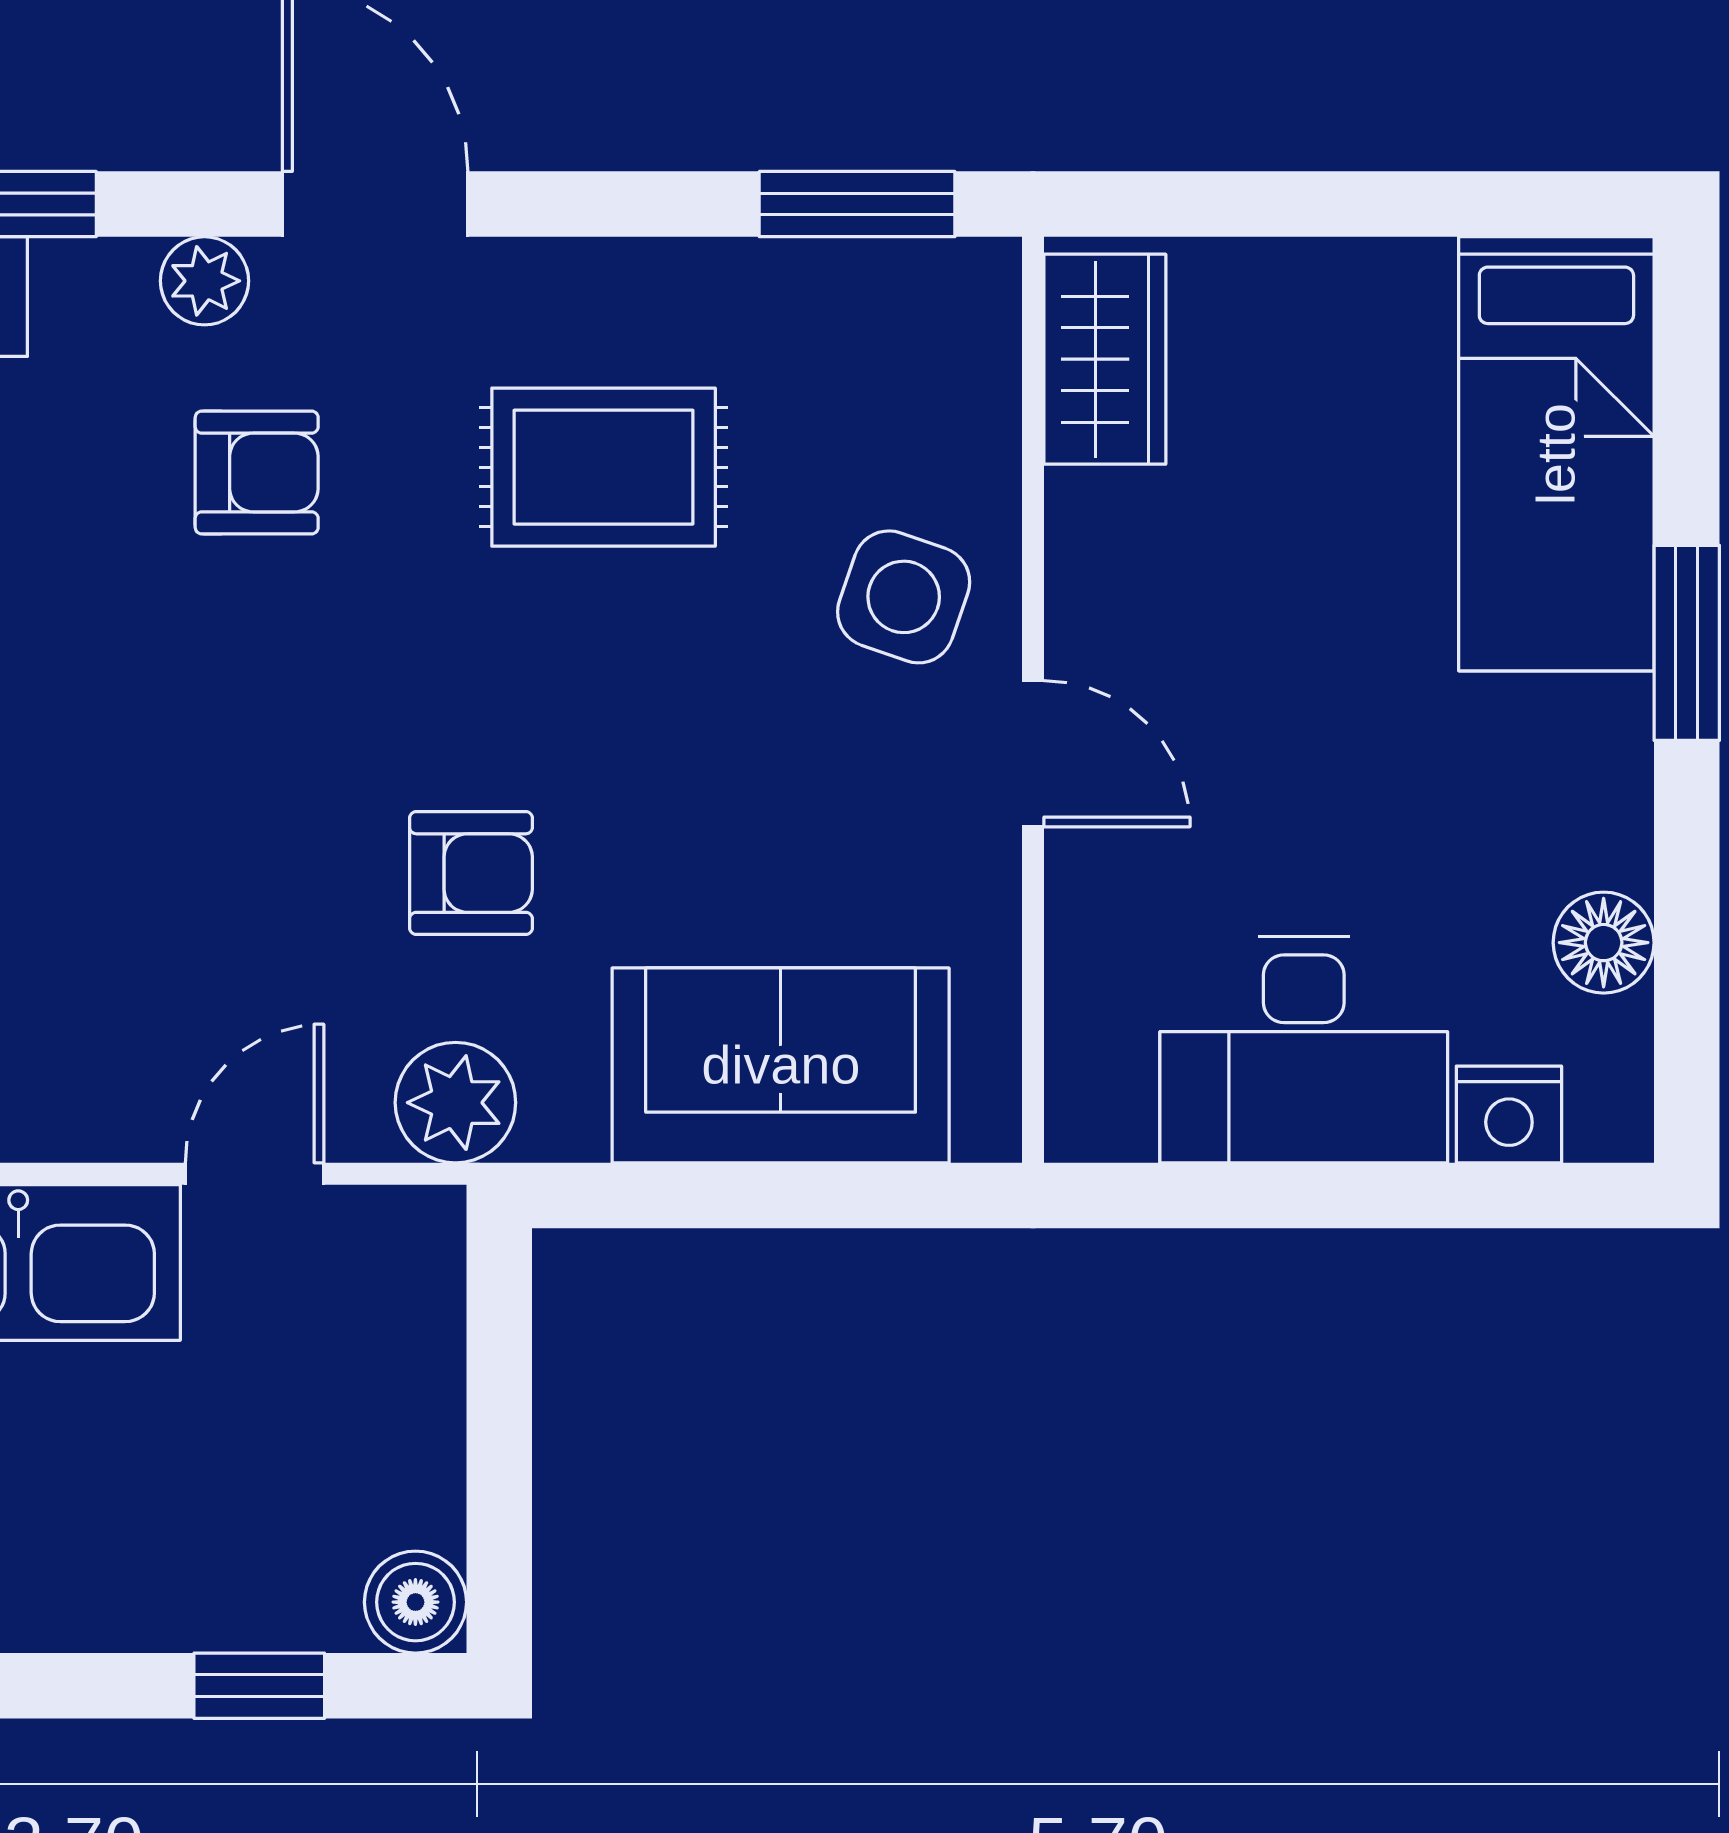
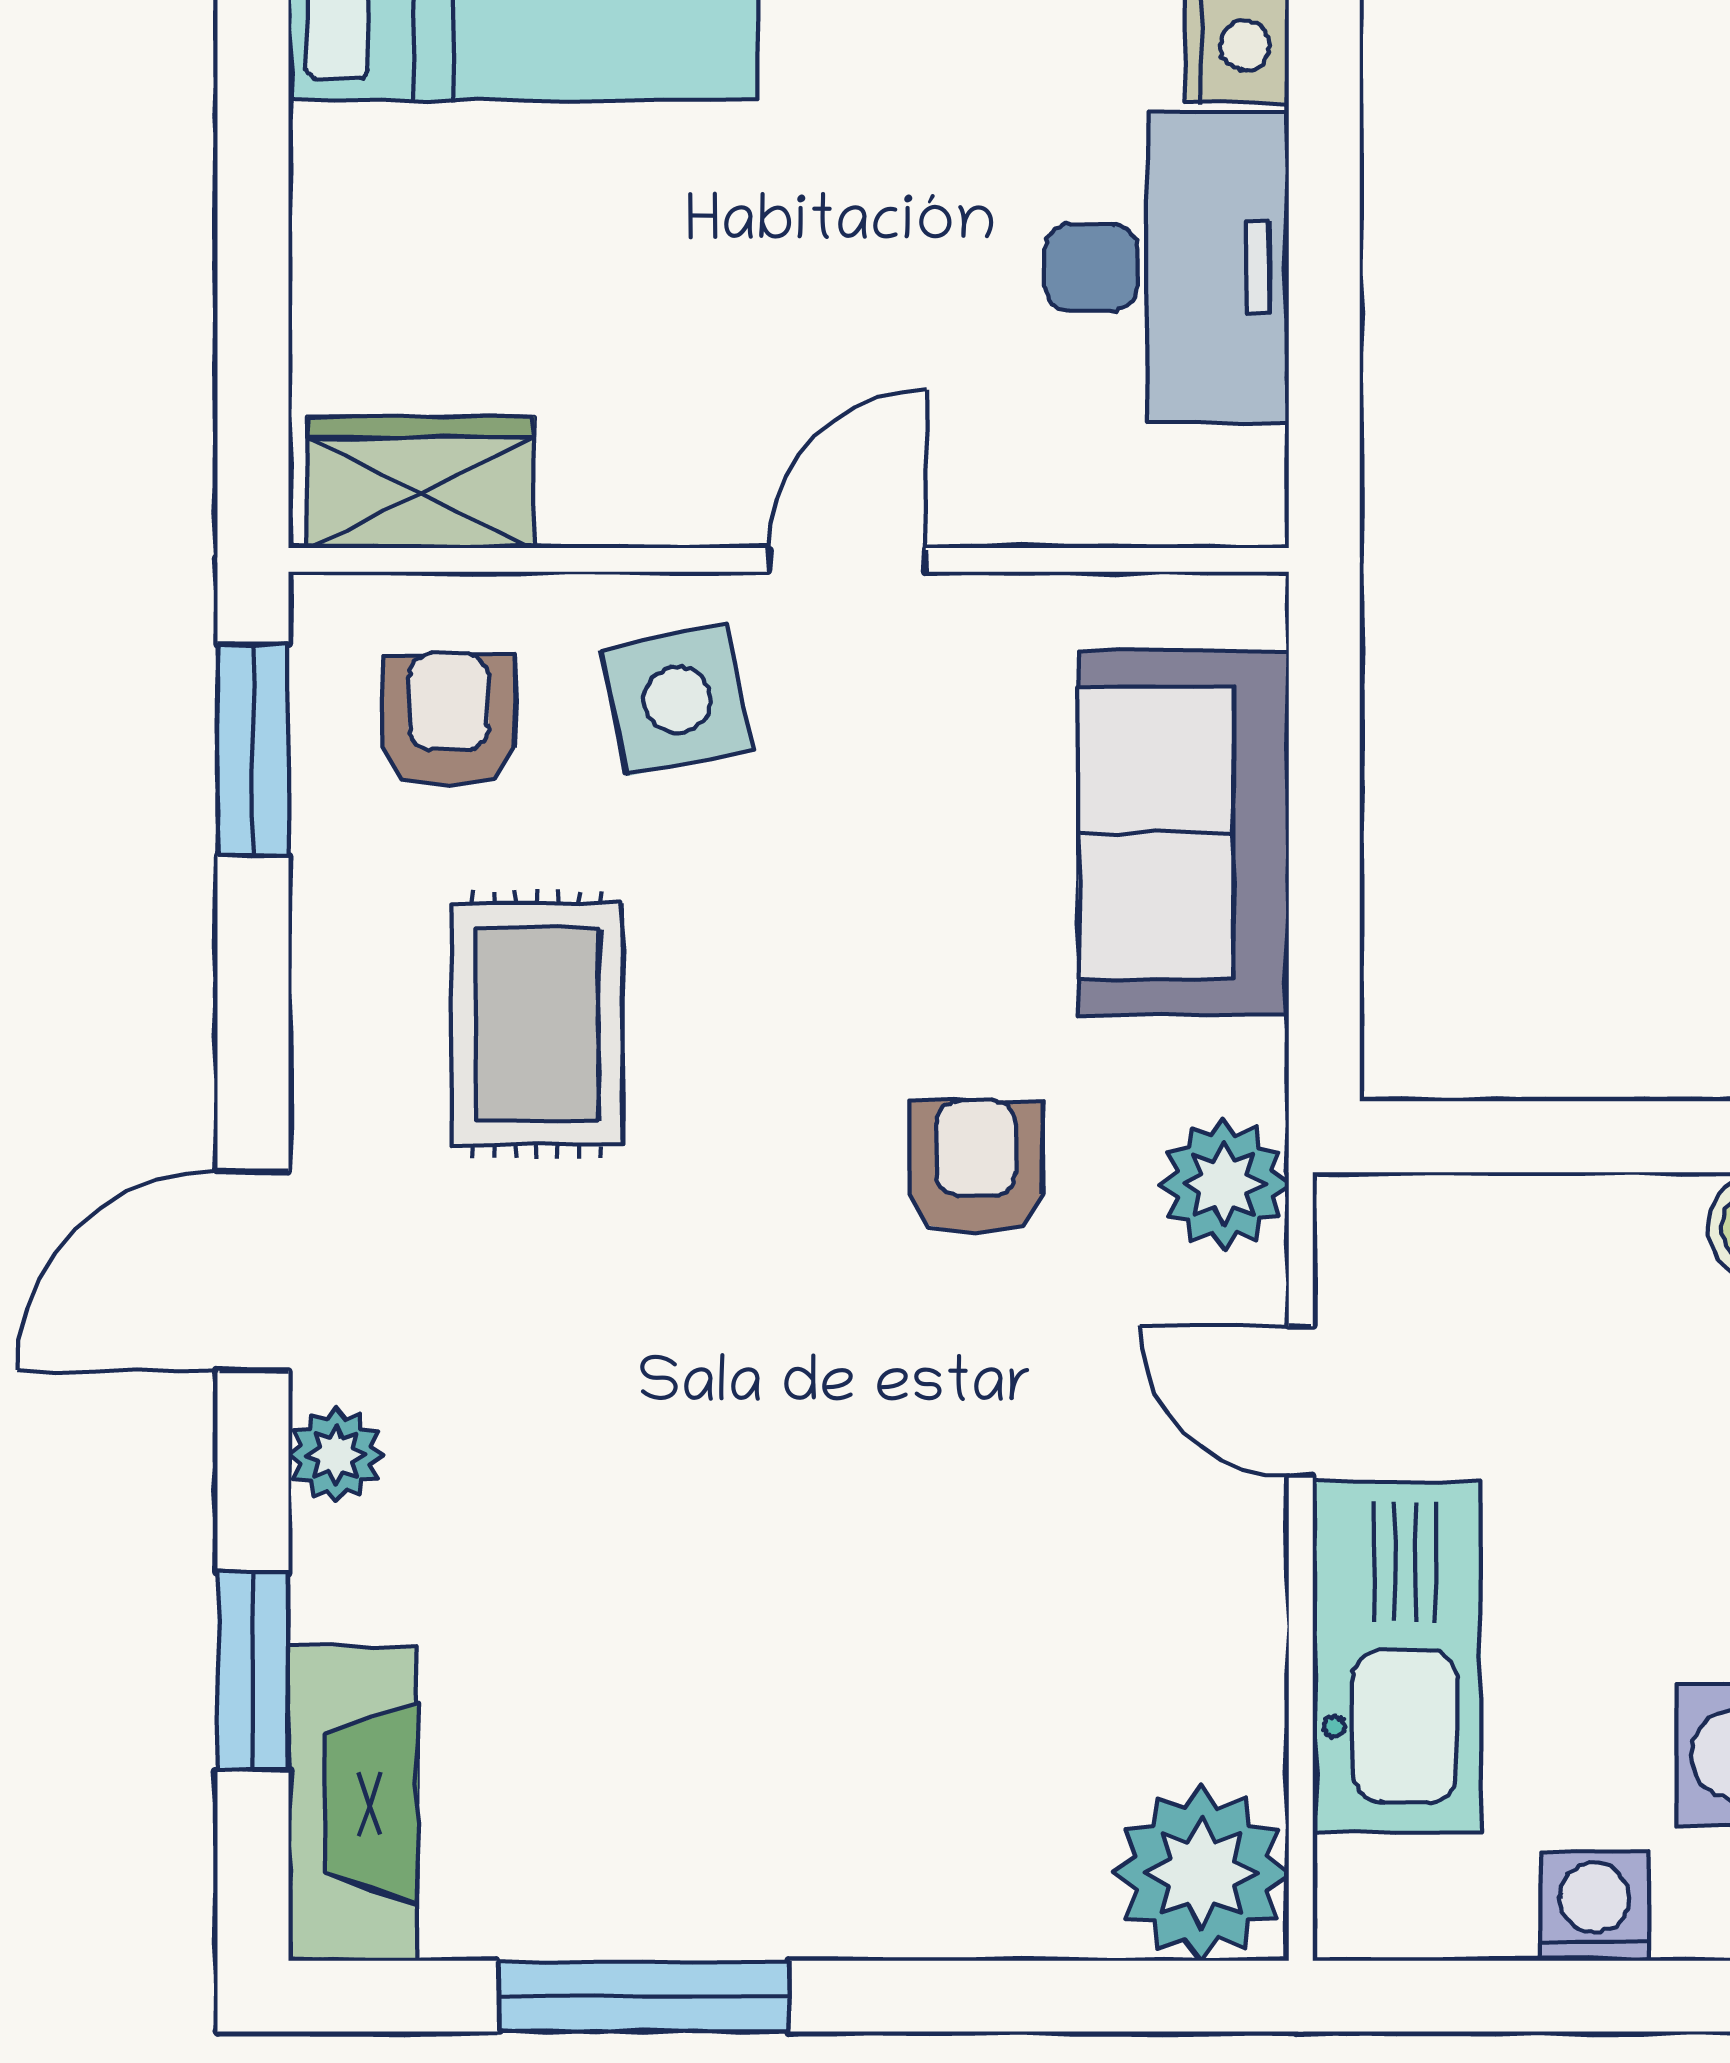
armchair: (257, 473) -> (448, 721), moved
side table: (904, 597) -> (677, 700), turned -31

